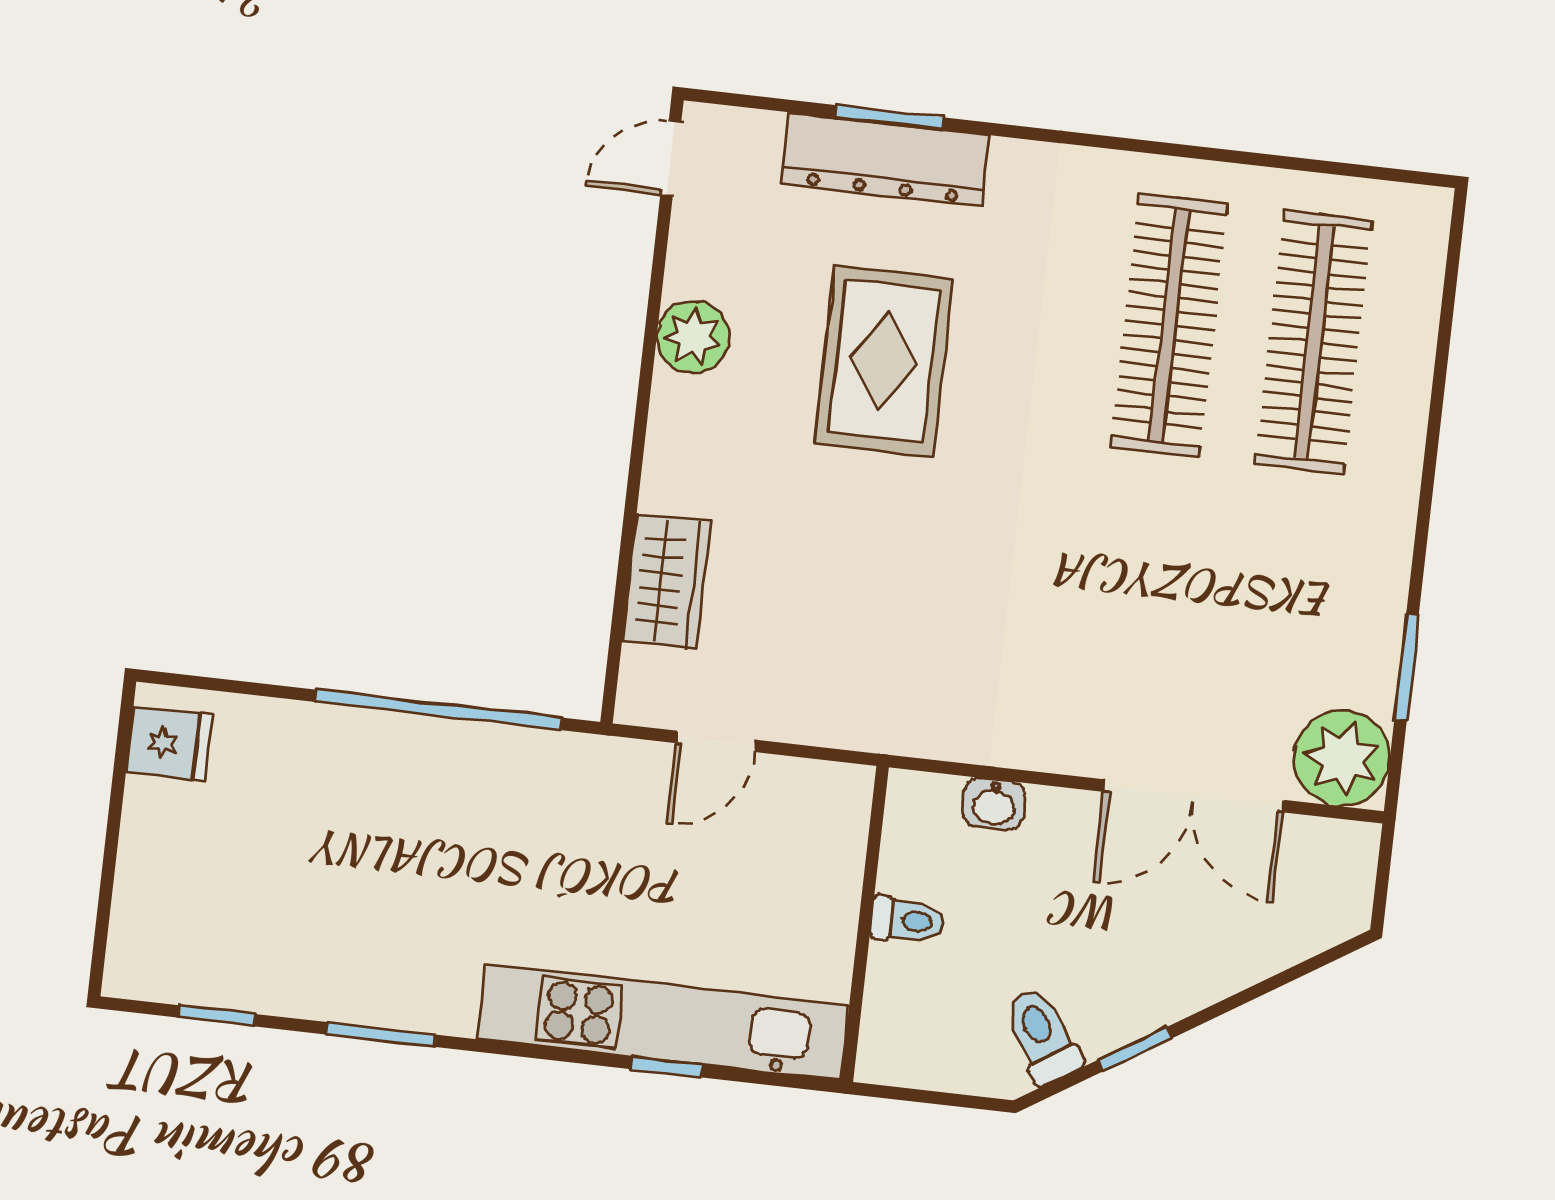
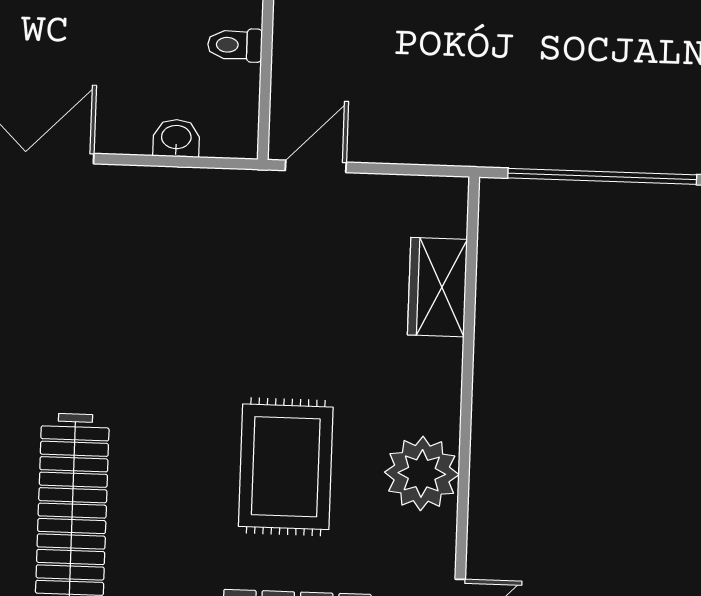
plant: (693, 337) -> (422, 473), width x1.36, depth x1.36
door: (716, 741) -> (316, 166), moved

